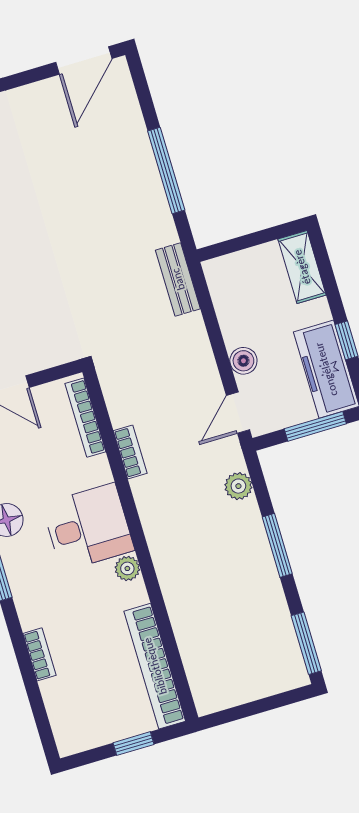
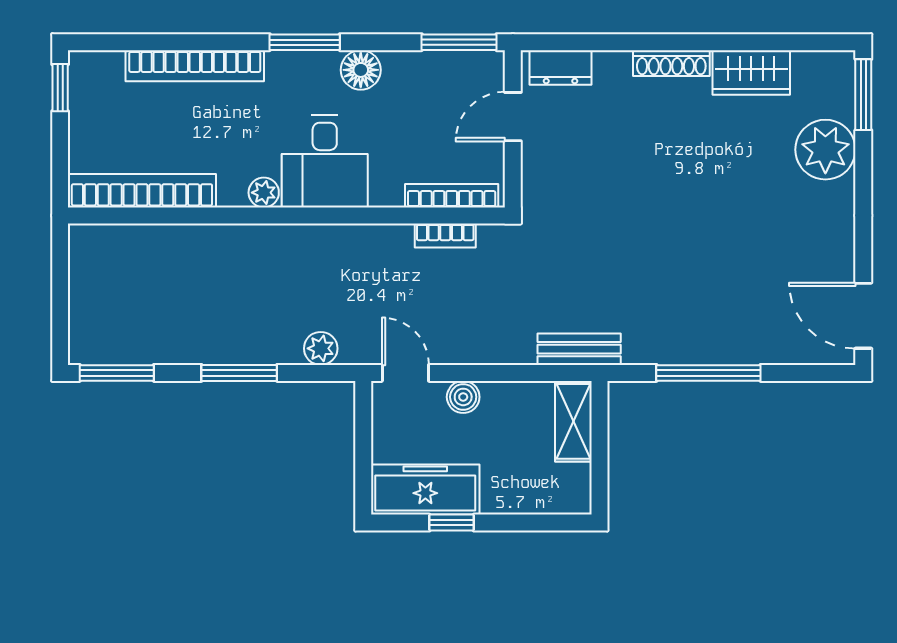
shelving: (302, 267) -> (573, 421), moved, turned 90
window: (315, 426) -> (363, 457), removed
bookcase: (130, 452) -> (445, 235), moved
bookcase: (39, 654) -> (195, 66), width x2.31, depth x1.31
window: (134, 744) -> (60, 88), moved

